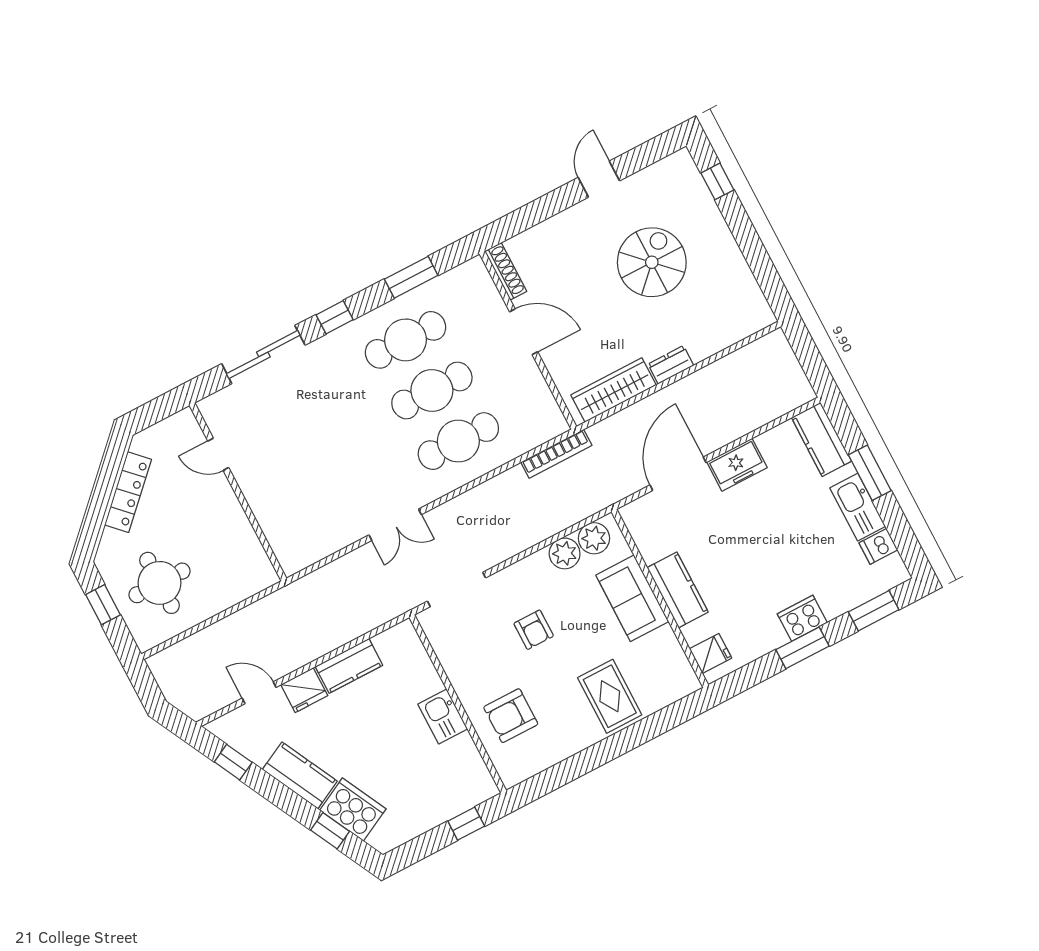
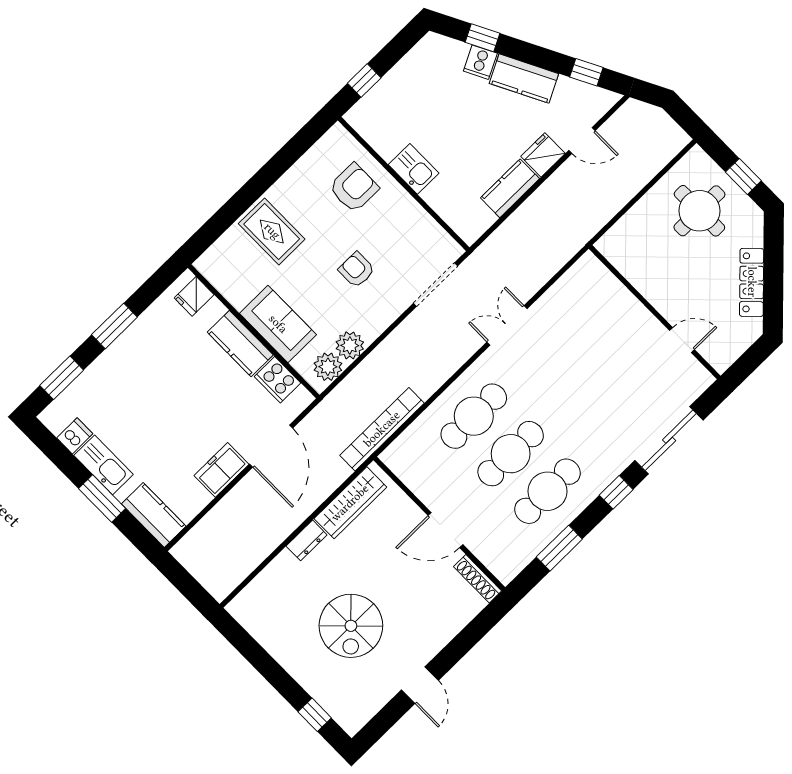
bookcase: (556, 454) -> (382, 429), width x1.48, depth x1.31
cooker: (802, 618) -> (277, 380), moved, turned 90
cooker: (353, 809) -> (480, 62), width x0.53, depth x0.76

